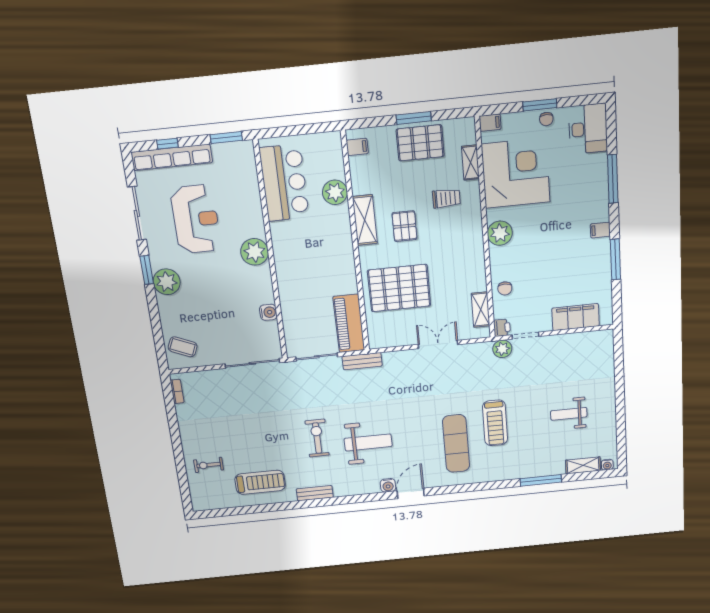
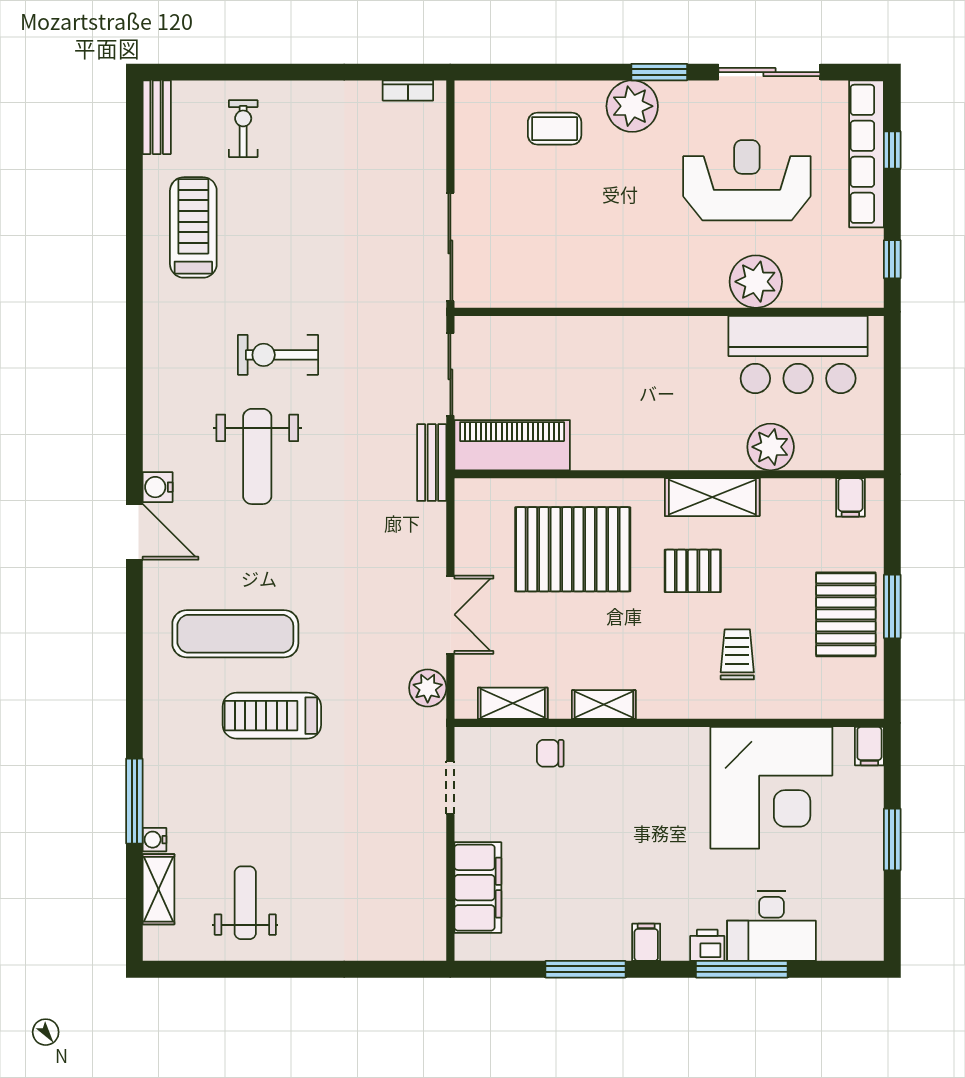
chair: (546, 119) -> (865, 850), removed
desk: (588, 129) -> (771, 926), moved
window: (226, 137) -> (892, 259), width x0.67
shelving: (470, 163) -> (604, 705), moved
trolley: (446, 198) -> (737, 654), turned 180
reception desk: (196, 219) -> (747, 180), turned 180
plant: (500, 233) -> (660, 751), removed
plant: (255, 252) -> (756, 282), moved
pallet: (399, 288) -> (573, 549), turned 90
water cooler: (268, 312) -> (551, 292), removed
printer: (502, 328) -> (707, 945), moved, turned 180
coffee table: (183, 347) -> (555, 129), moved, turned 67
plant: (502, 349) -> (428, 688), moved
weight bench: (569, 414) -> (245, 903), moved
exercise bike: (317, 438) -> (278, 355), turned 180
water cooler: (607, 465) -> (154, 840), moved
treadmill: (260, 482) -> (193, 227), turned 180
bench: (315, 493) -> (157, 117), moved

